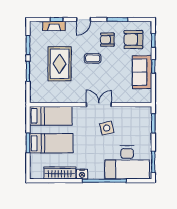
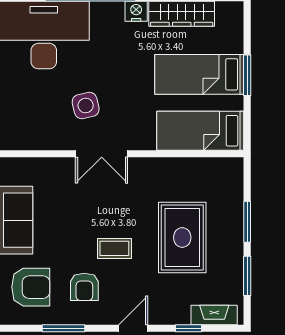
fireplace: (54, 26) -> (214, 315), moved
armchair: (107, 40) -> (84, 287), turned 90

